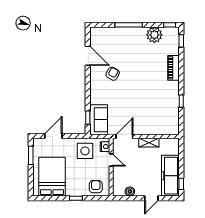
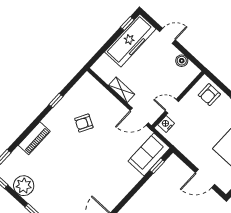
armchair: (113, 74) -> (84, 123), moved
side table: (85, 151) -> (189, 137), removed
door: (111, 160) -> (172, 106), hinge flipped

